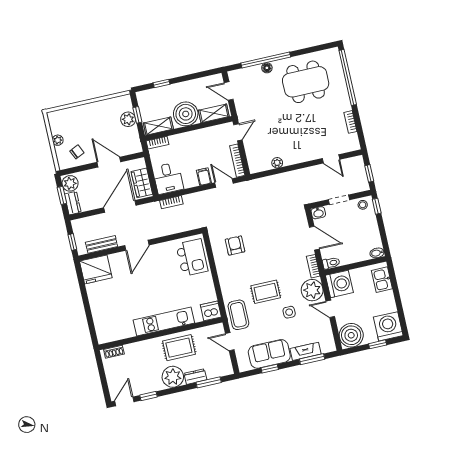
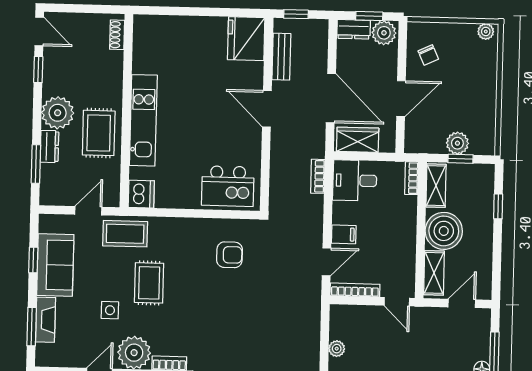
plant: (58, 140) -> (486, 31), moved

